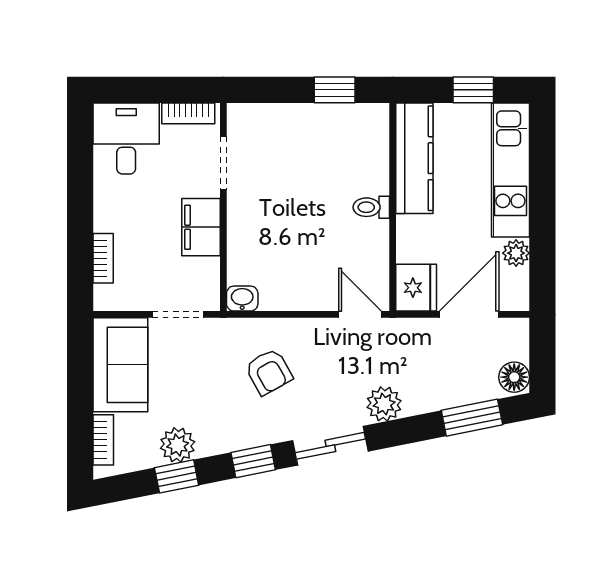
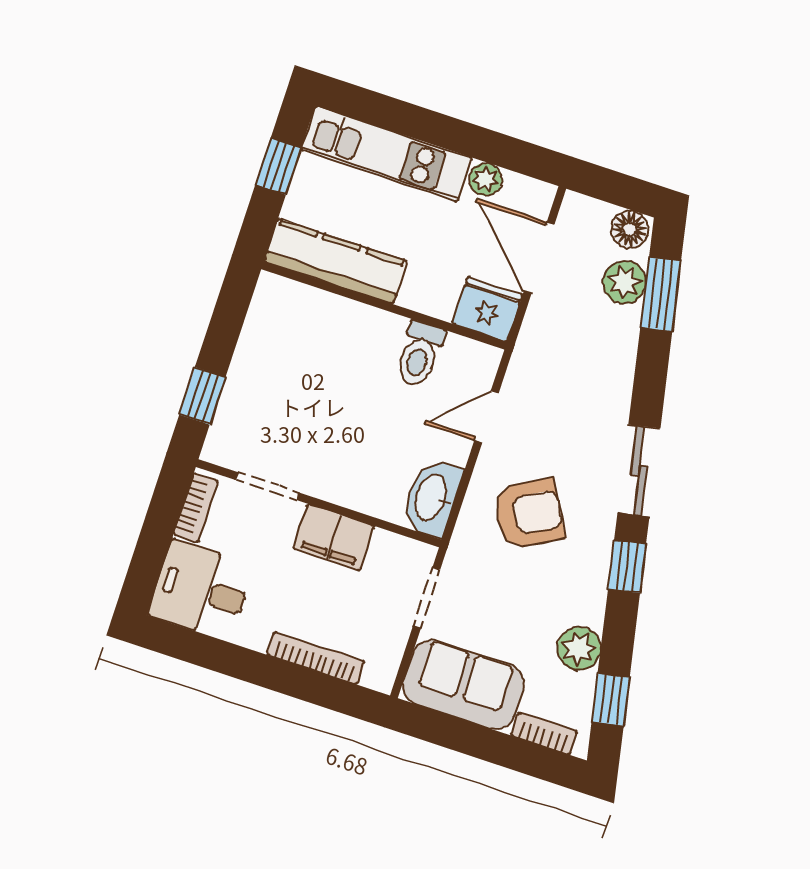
window: (335, 90) -> (202, 396), moved
toilet: (371, 207) -> (420, 354), moved, width x1.37, depth x1.39
bookcase: (103, 258) -> (316, 658), width x1.56
washbasin: (242, 299) -> (432, 498), width x1.91, depth x1.45
door: (360, 314) -> (486, 417), moved
armchair: (269, 372) -> (529, 514), width x1.38, depth x1.38
plant: (384, 404) -> (624, 282), moved
window: (177, 476) -> (611, 699), moved

